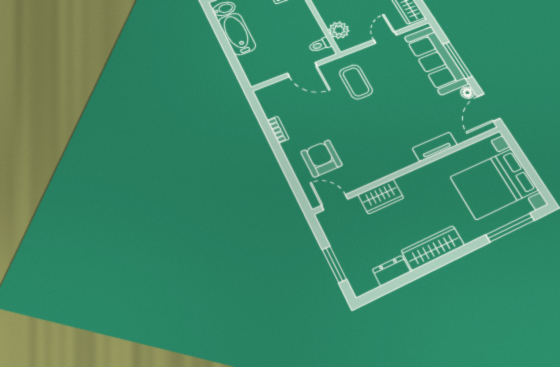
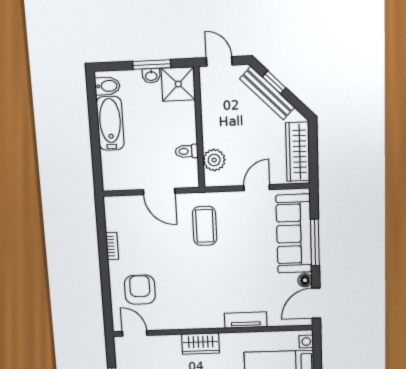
toilet: (320, 45) -> (187, 151), moved
wardrobe: (381, 196) -> (201, 344), moved

